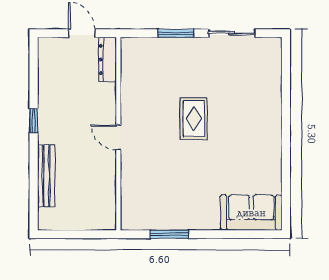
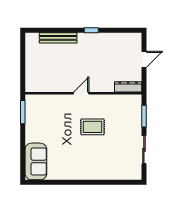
dresser: (108, 59) -> (128, 87), moved
wall: (118, 134) -> (83, 93), moved
door: (118, 137) -> (81, 93), moved

